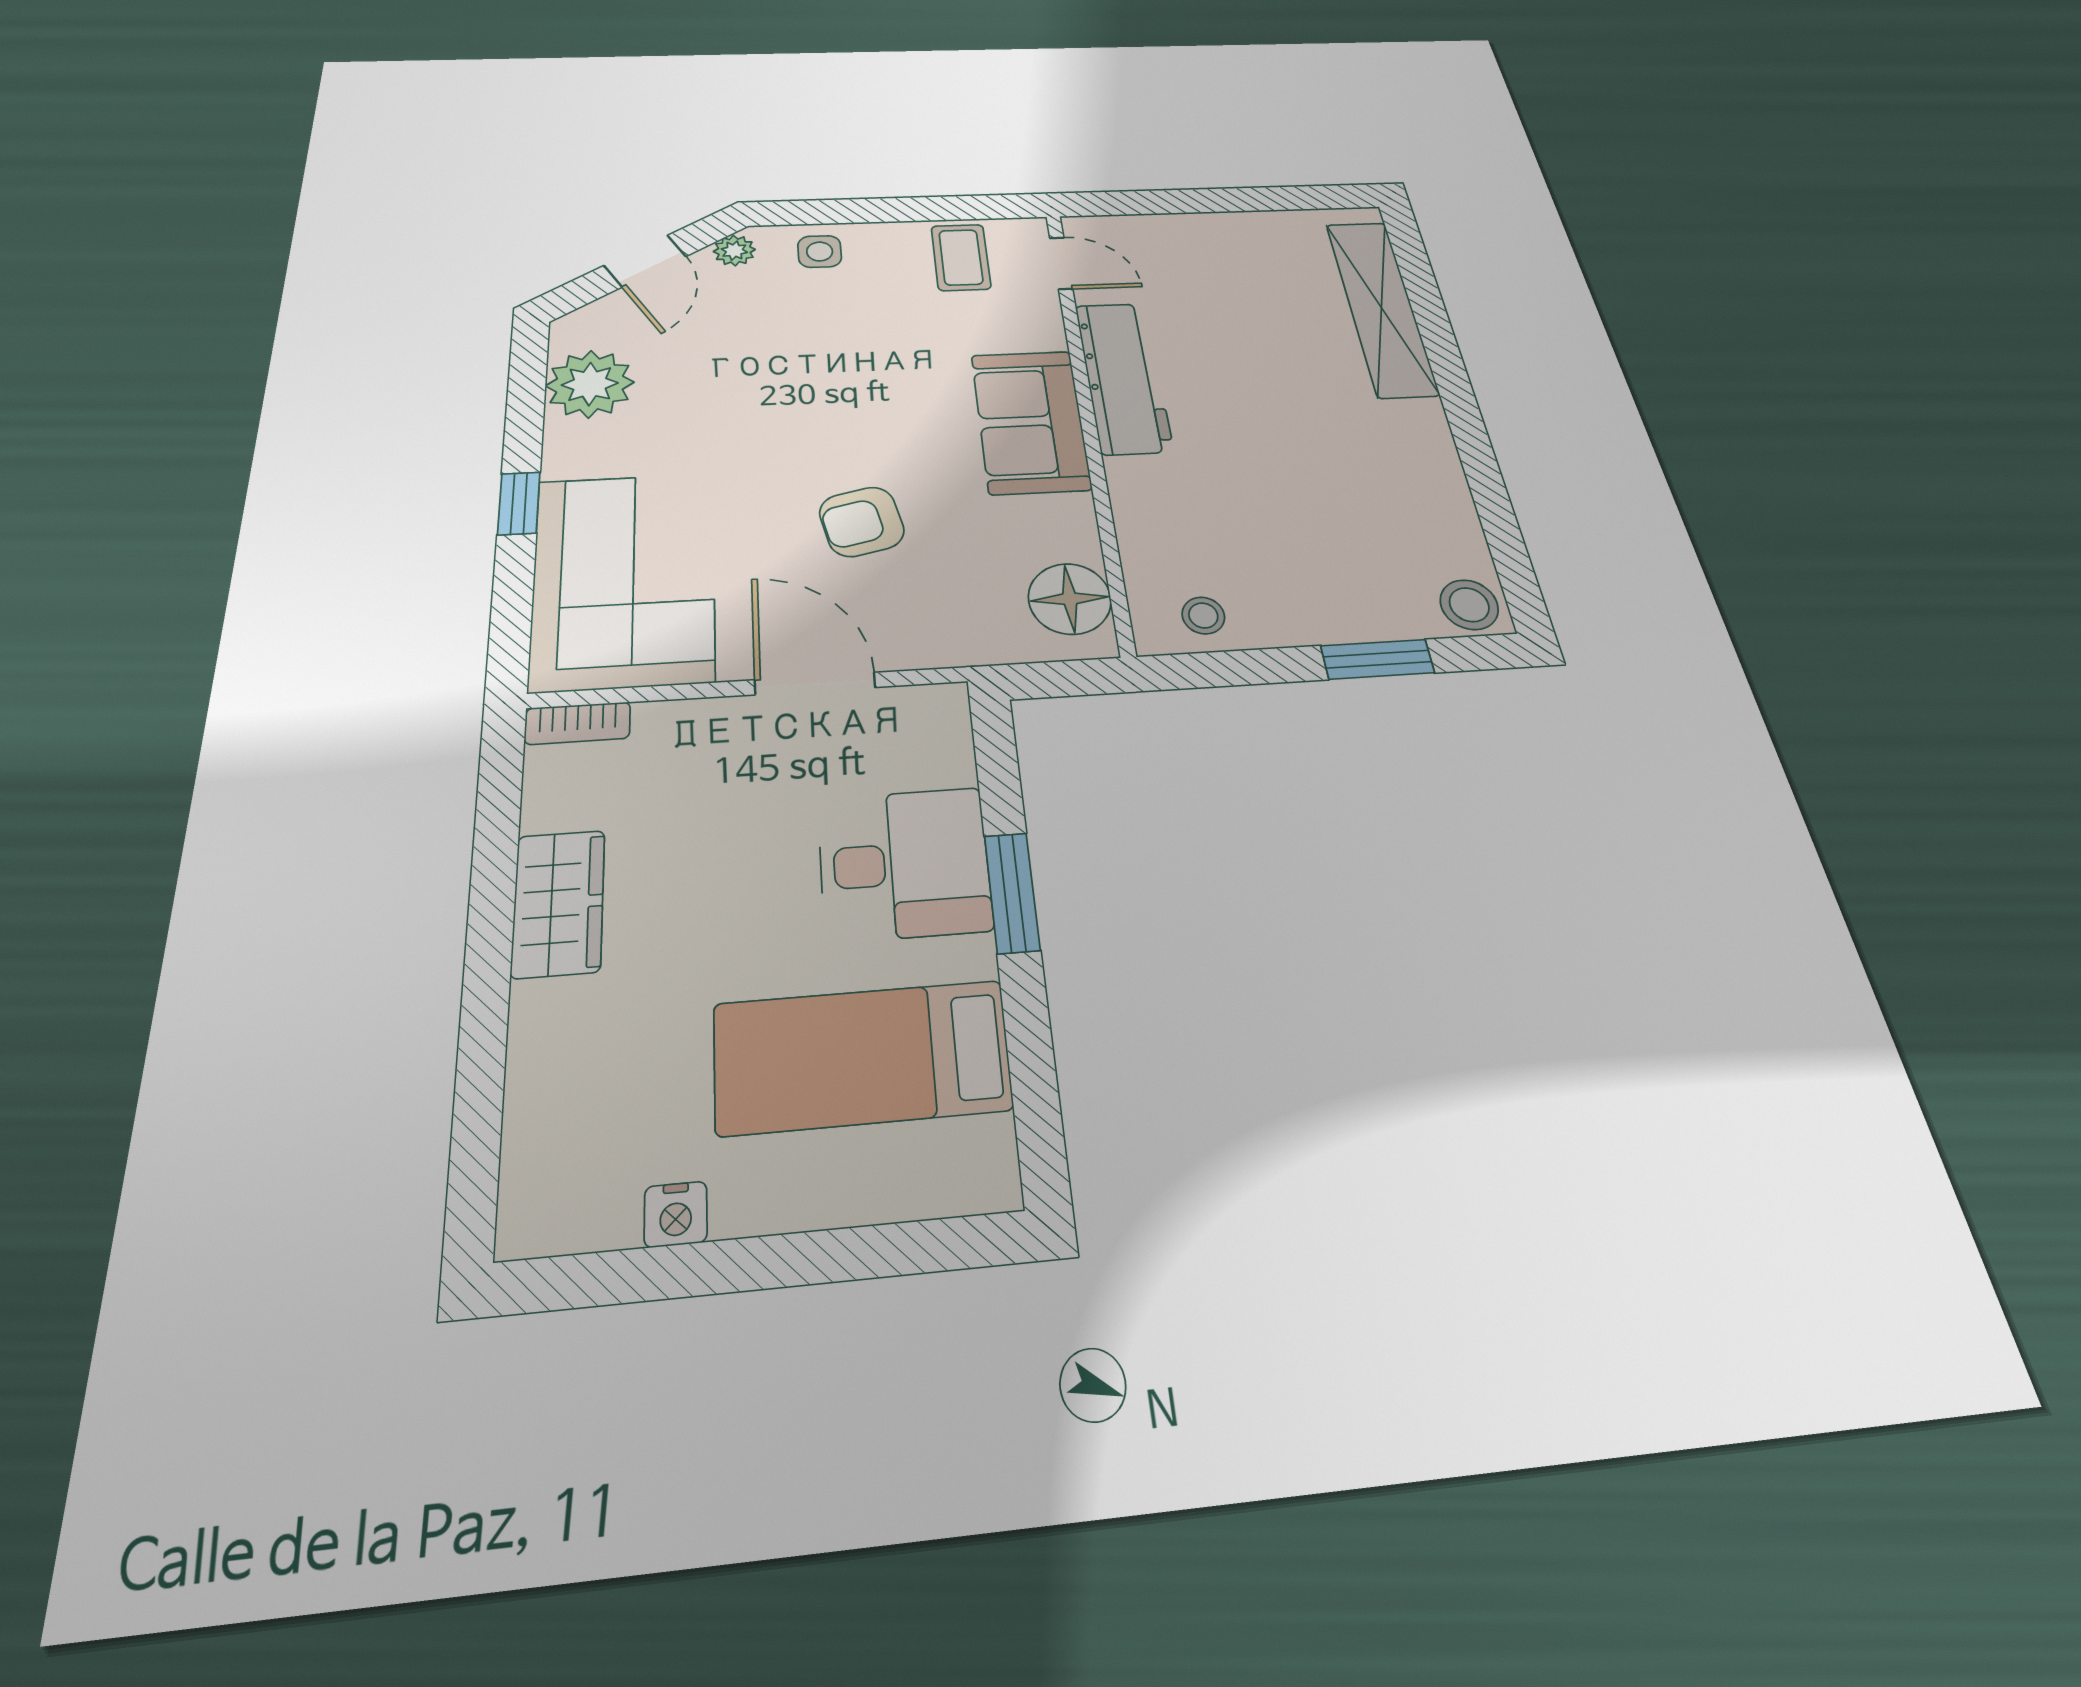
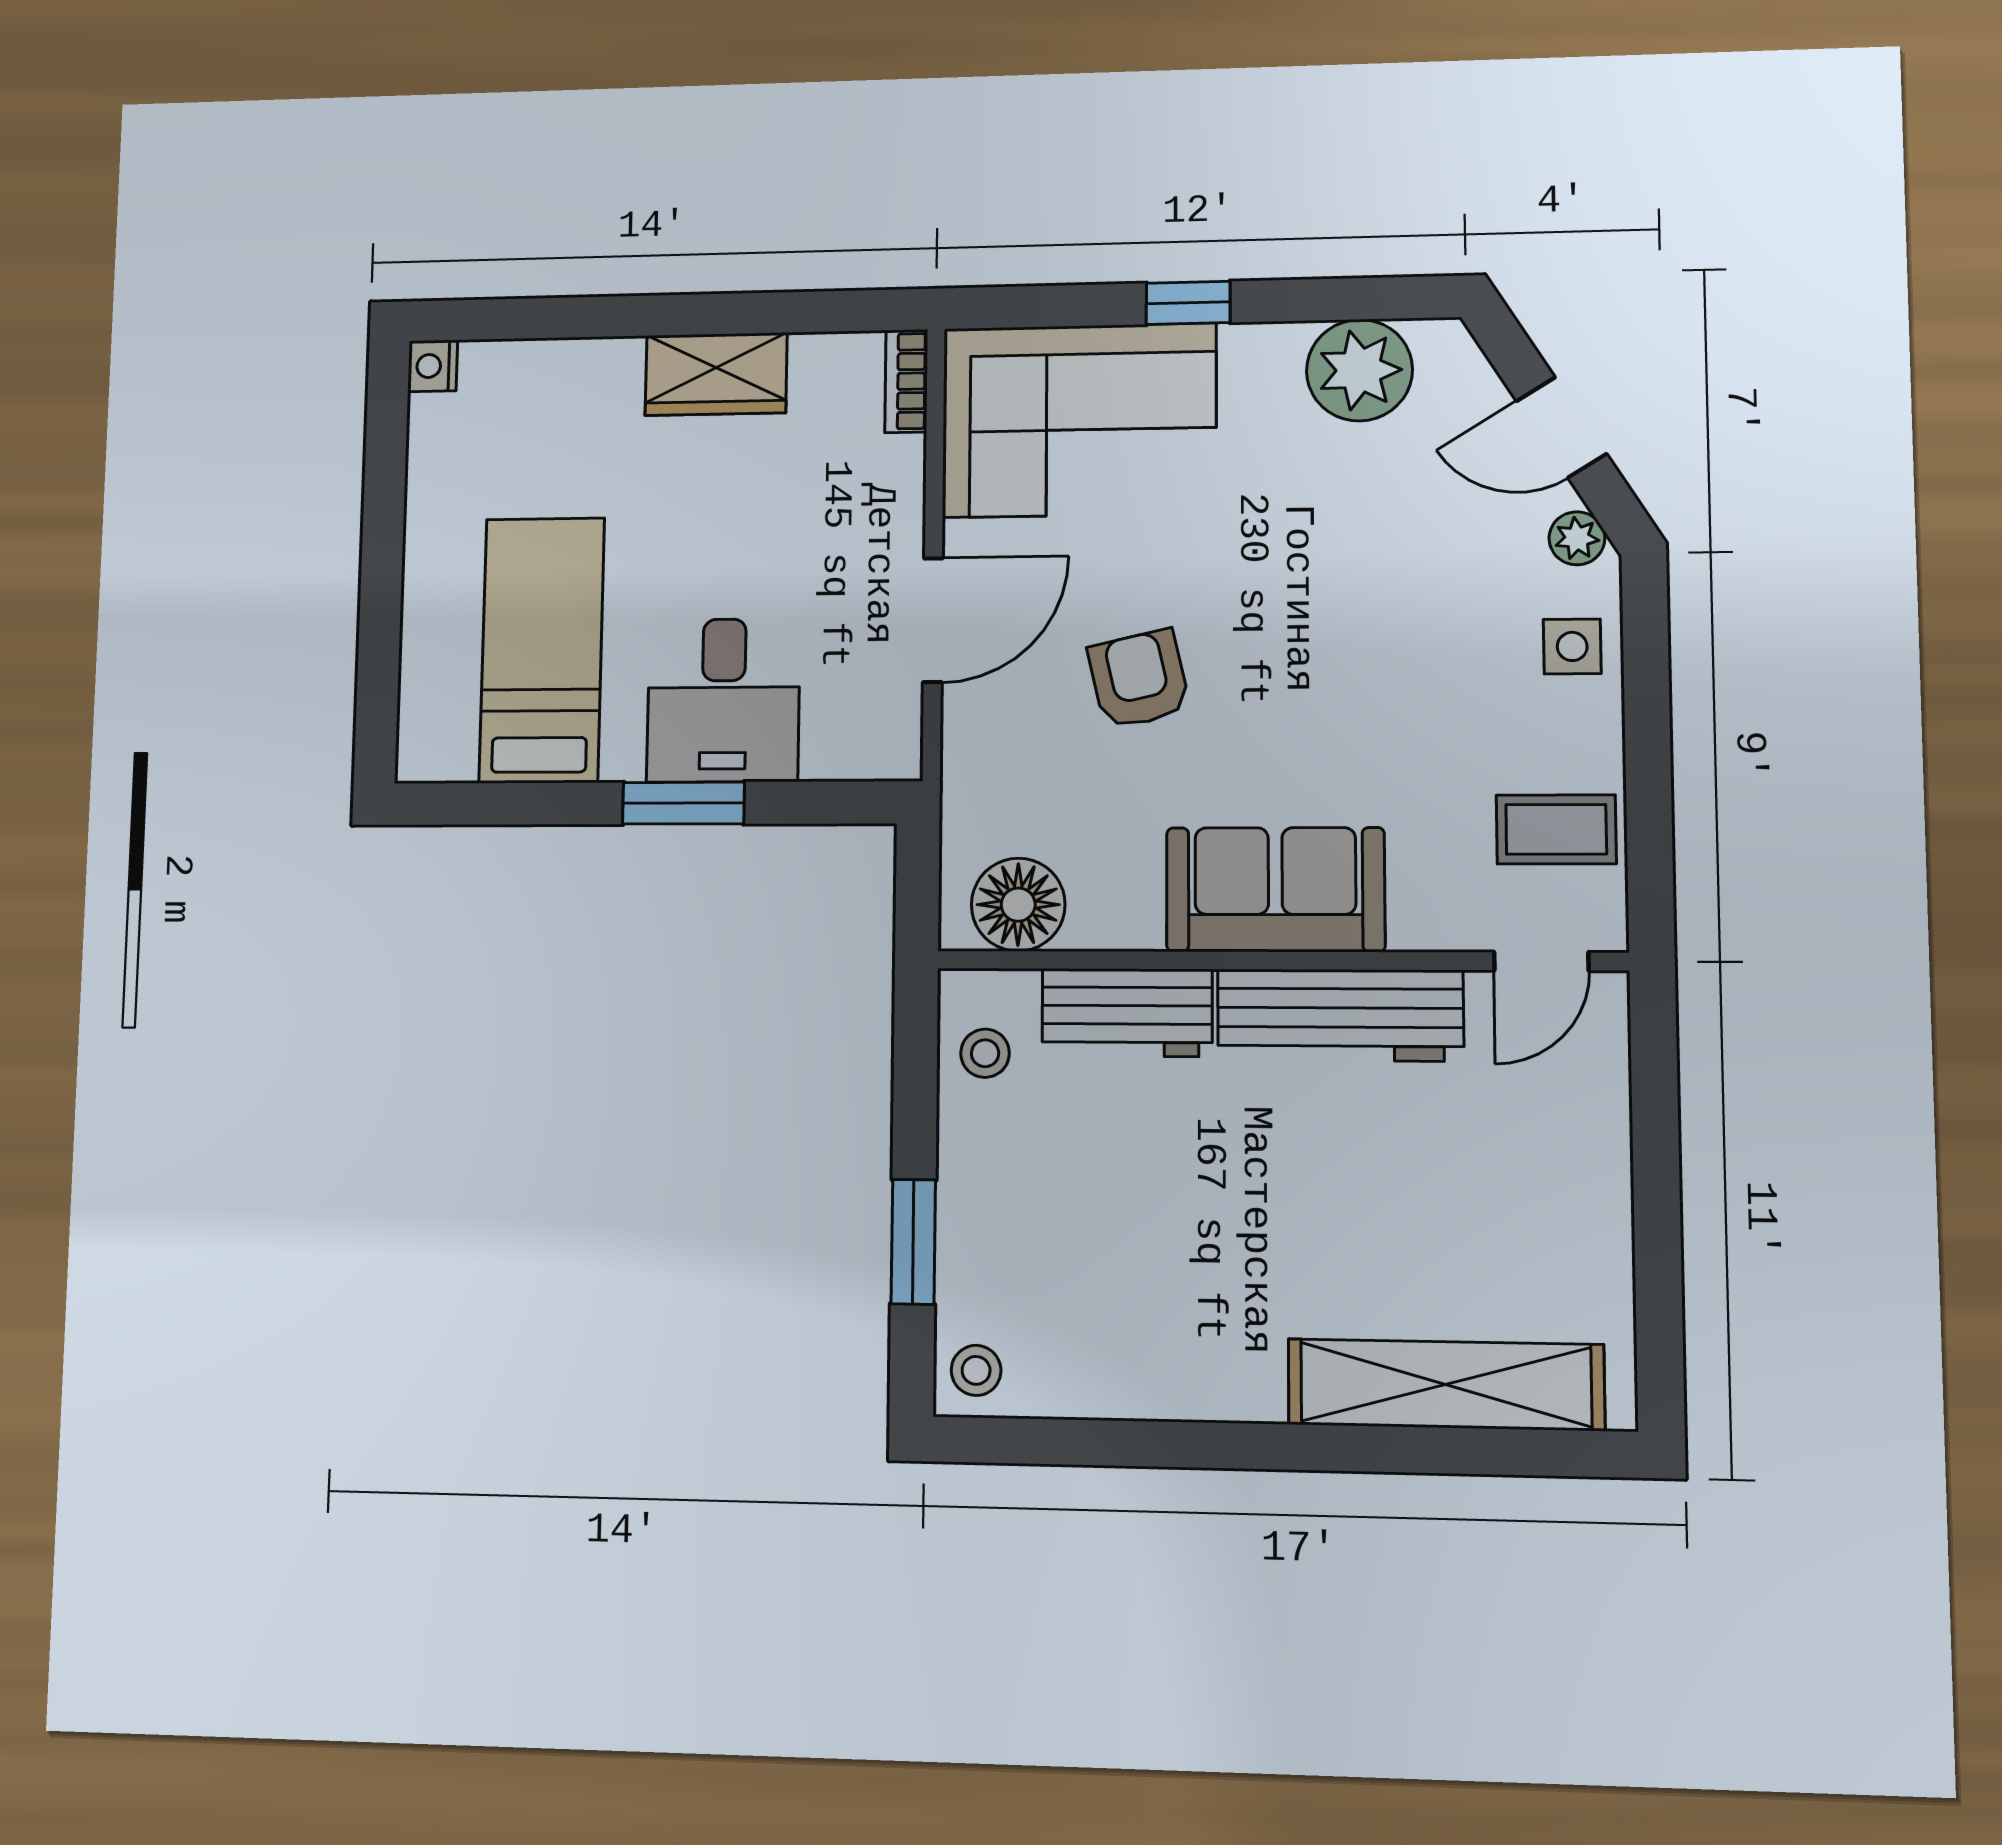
workbench: (1148, 515) -> (1127, 1013), added
stool: (1469, 605) -> (976, 1370), width x0.73, depth x0.73
nightstand: (676, 1214) -> (433, 366), moved

